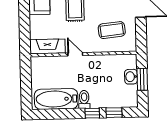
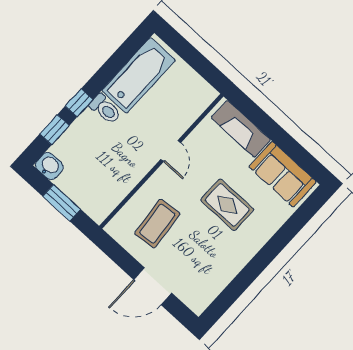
fireplace: (47, 46) -> (241, 129), moved, turned 90
door: (75, 54) -> (171, 151), hinge flipped
washbasin: (131, 77) -> (49, 166), moved

